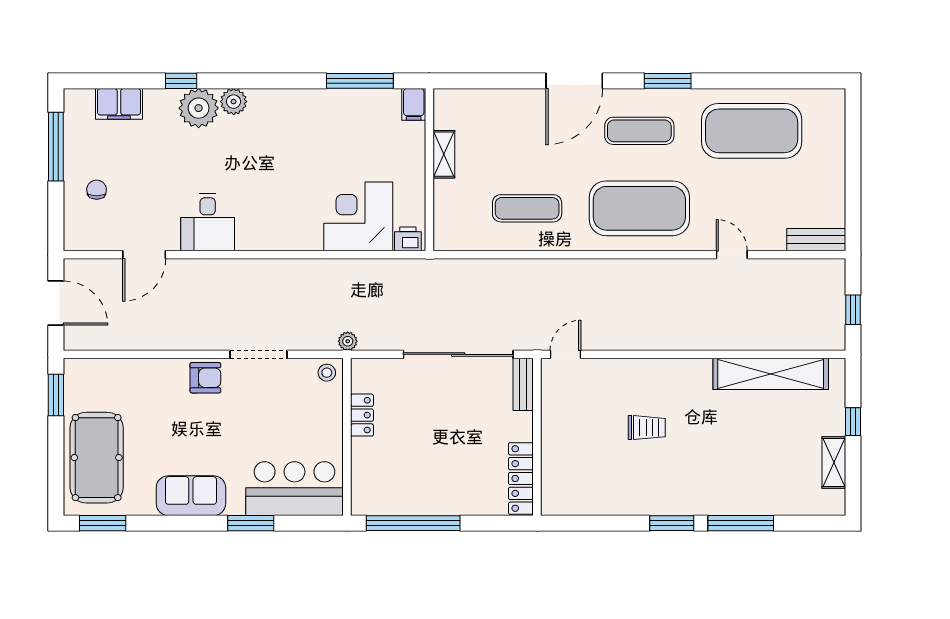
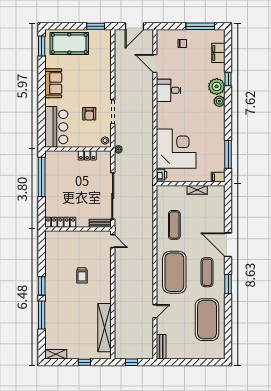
corner desk: (358, 216) -> (176, 149), width x1.36, depth x1.36
armchair: (205, 378) -> (89, 114), moved
shelving: (834, 462) -> (56, 354), moved
window: (251, 523) -> (42, 108), removed

